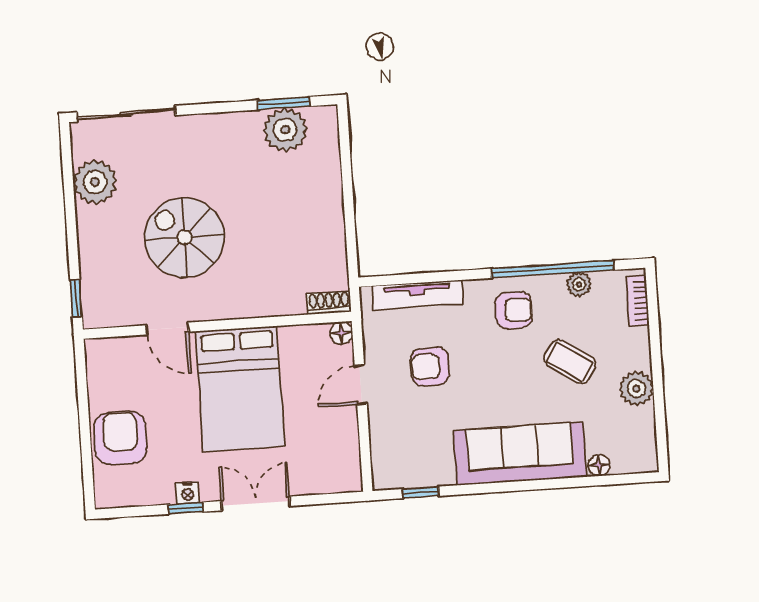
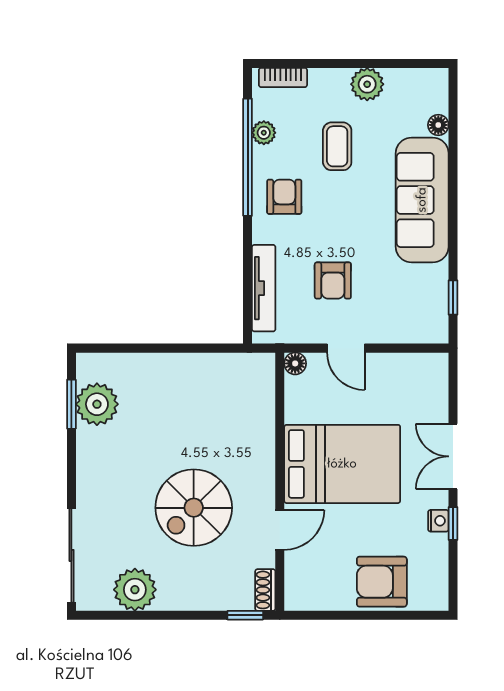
shoe rack: (329, 303) -> (265, 590), moved
coffee table: (570, 362) -> (337, 146), turned -33

